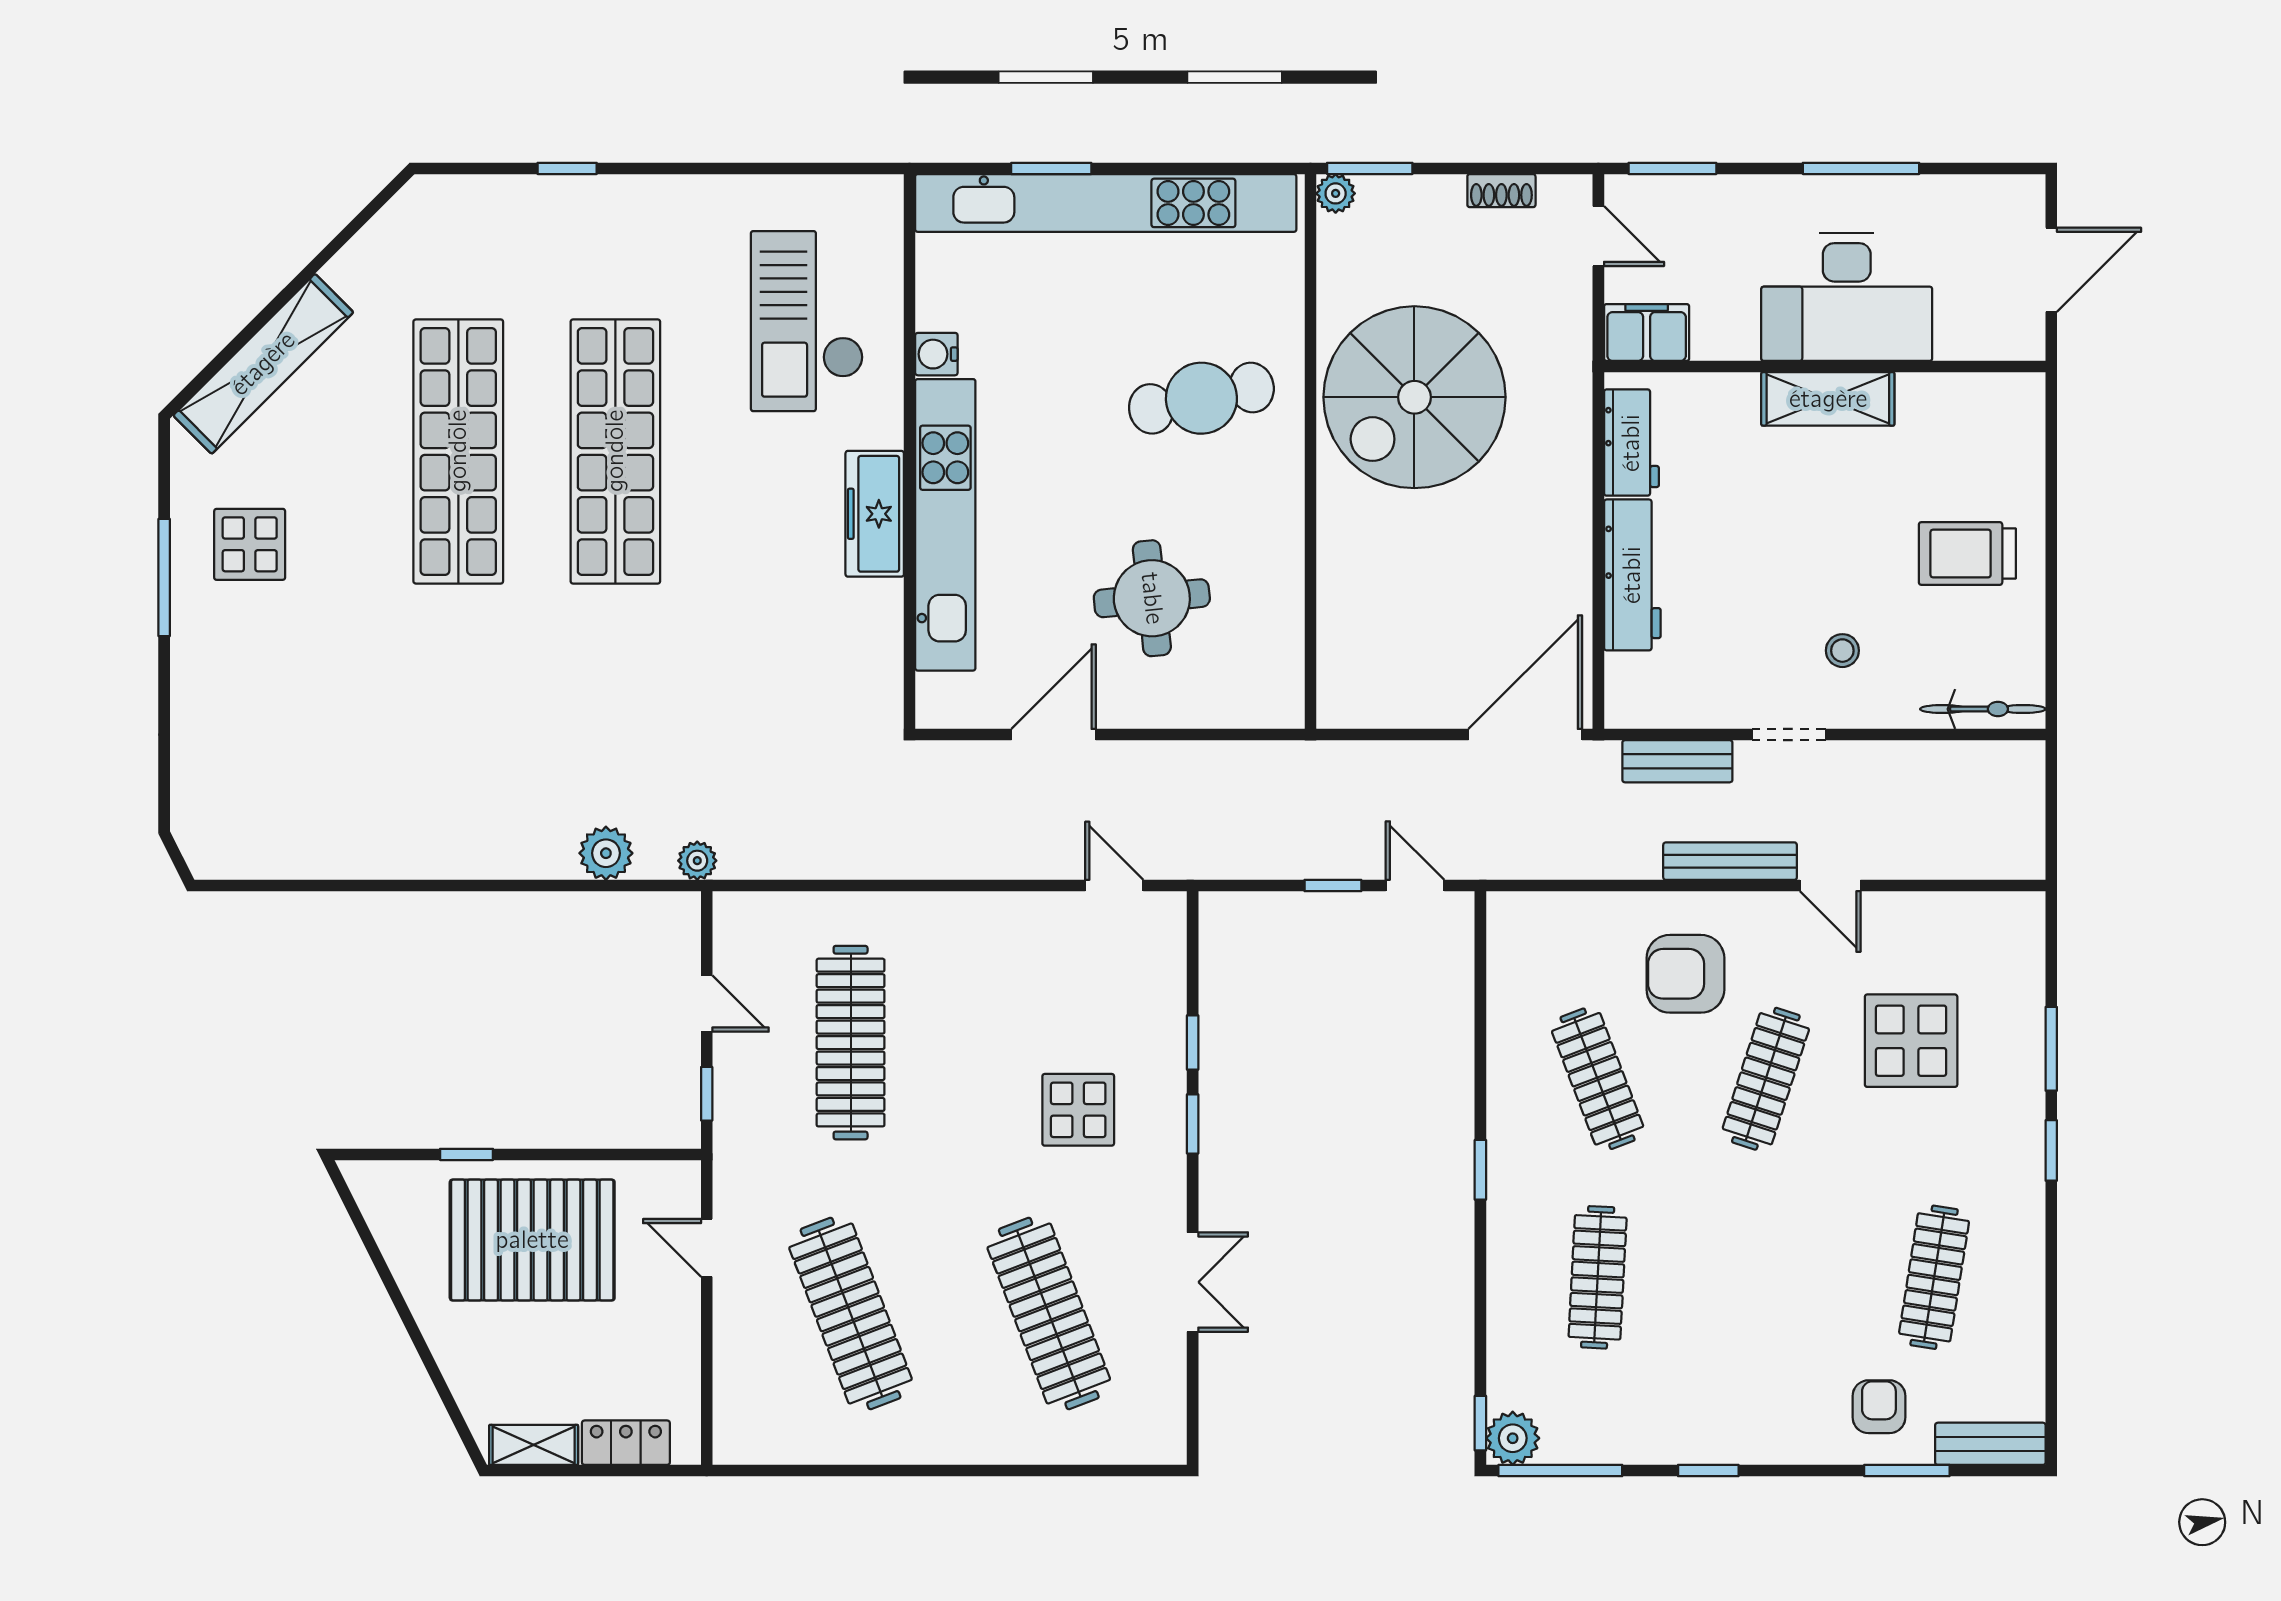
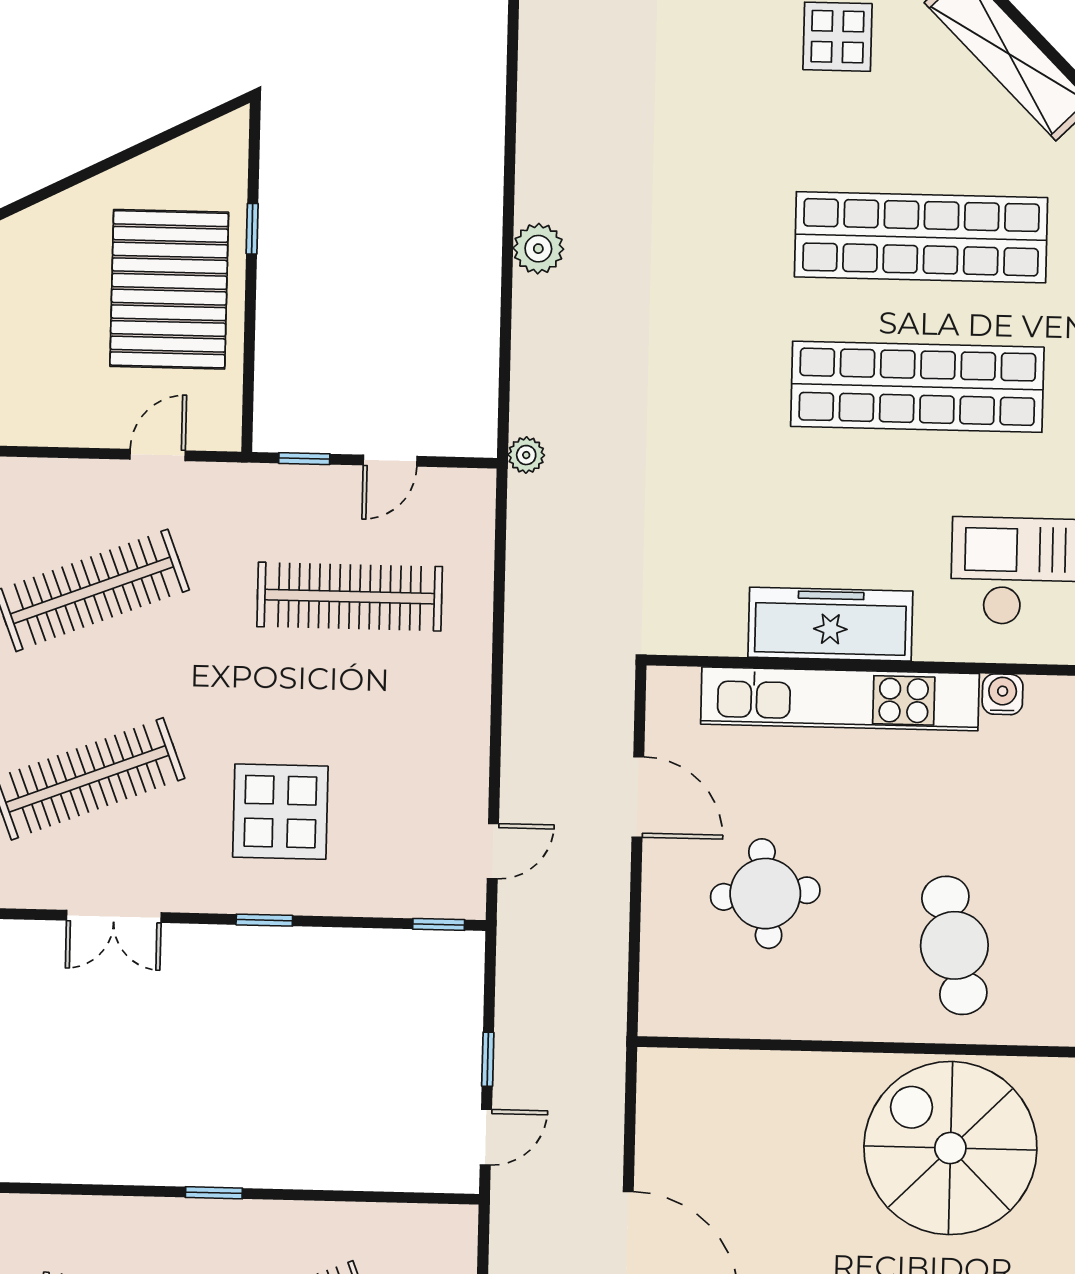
freezer: (875, 514) -> (830, 624), width x1.36, depth x1.26
plant: (606, 853) -> (538, 249), moved
window: (1193, 1043) -> (439, 924), moved
display table: (1078, 1110) -> (280, 812), width x1.36, depth x1.36

